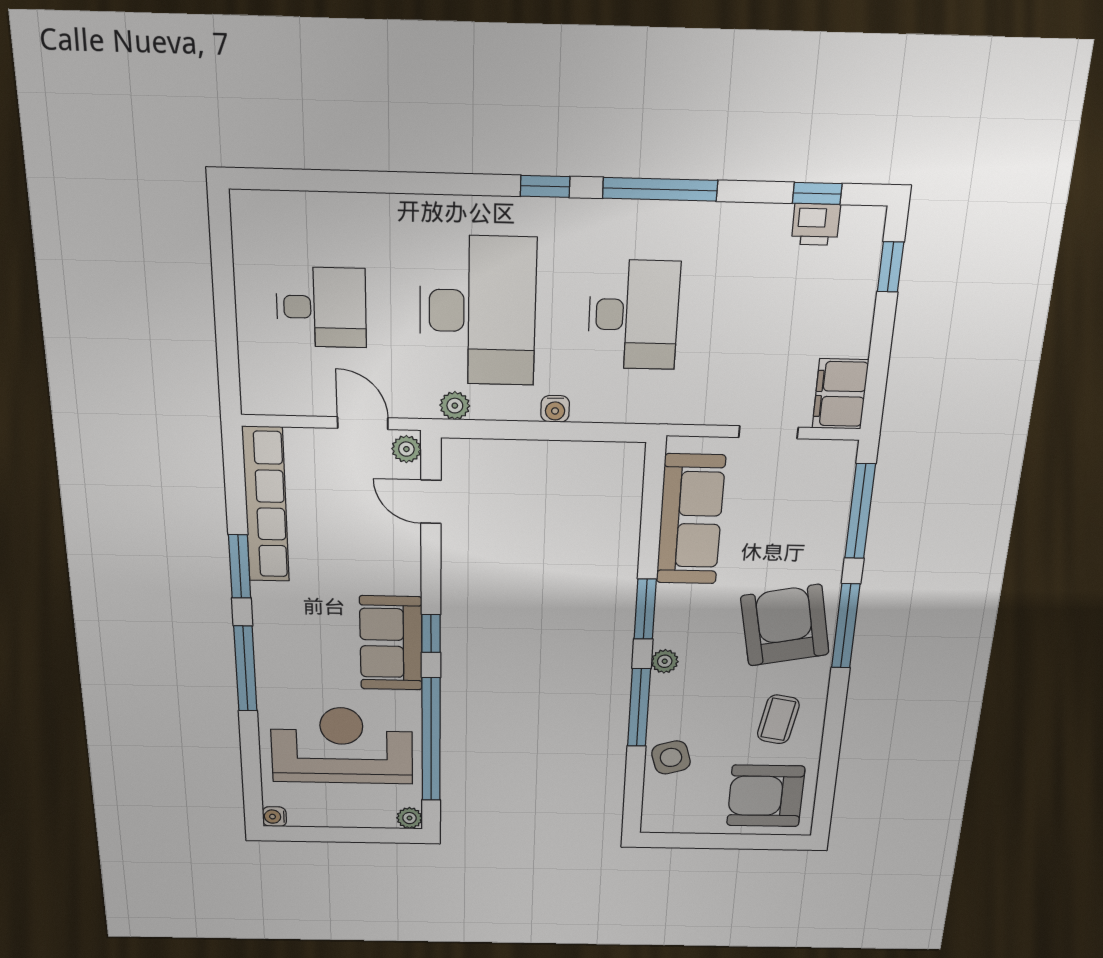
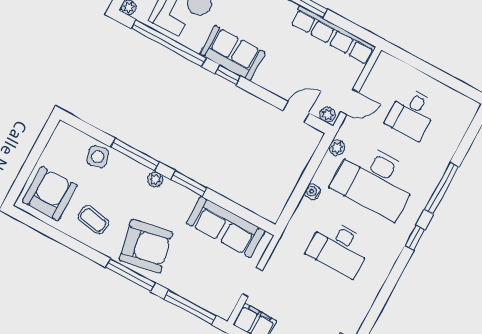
window: (660, 189) -> (442, 188), moved

